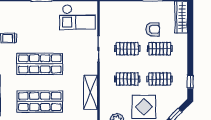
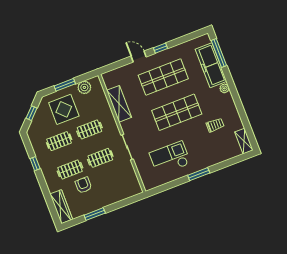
checkout: (77, 17) -> (170, 158), moved
armchair: (153, 29) -> (83, 185), turned 90
window: (190, 82) -> (35, 164), moved

